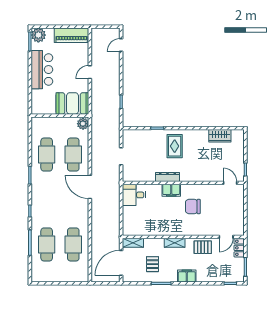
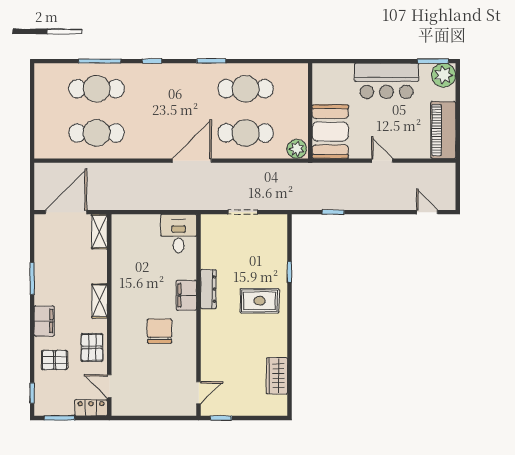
door: (121, 263) -> (66, 212), hinge flipped
pallet: (152, 264) -> (55, 360), moved

